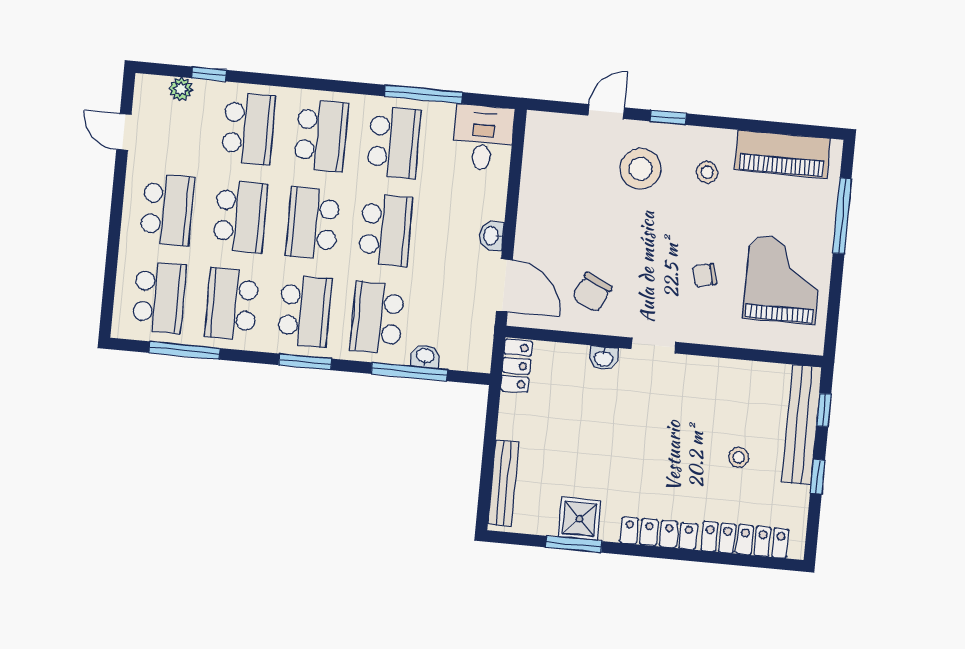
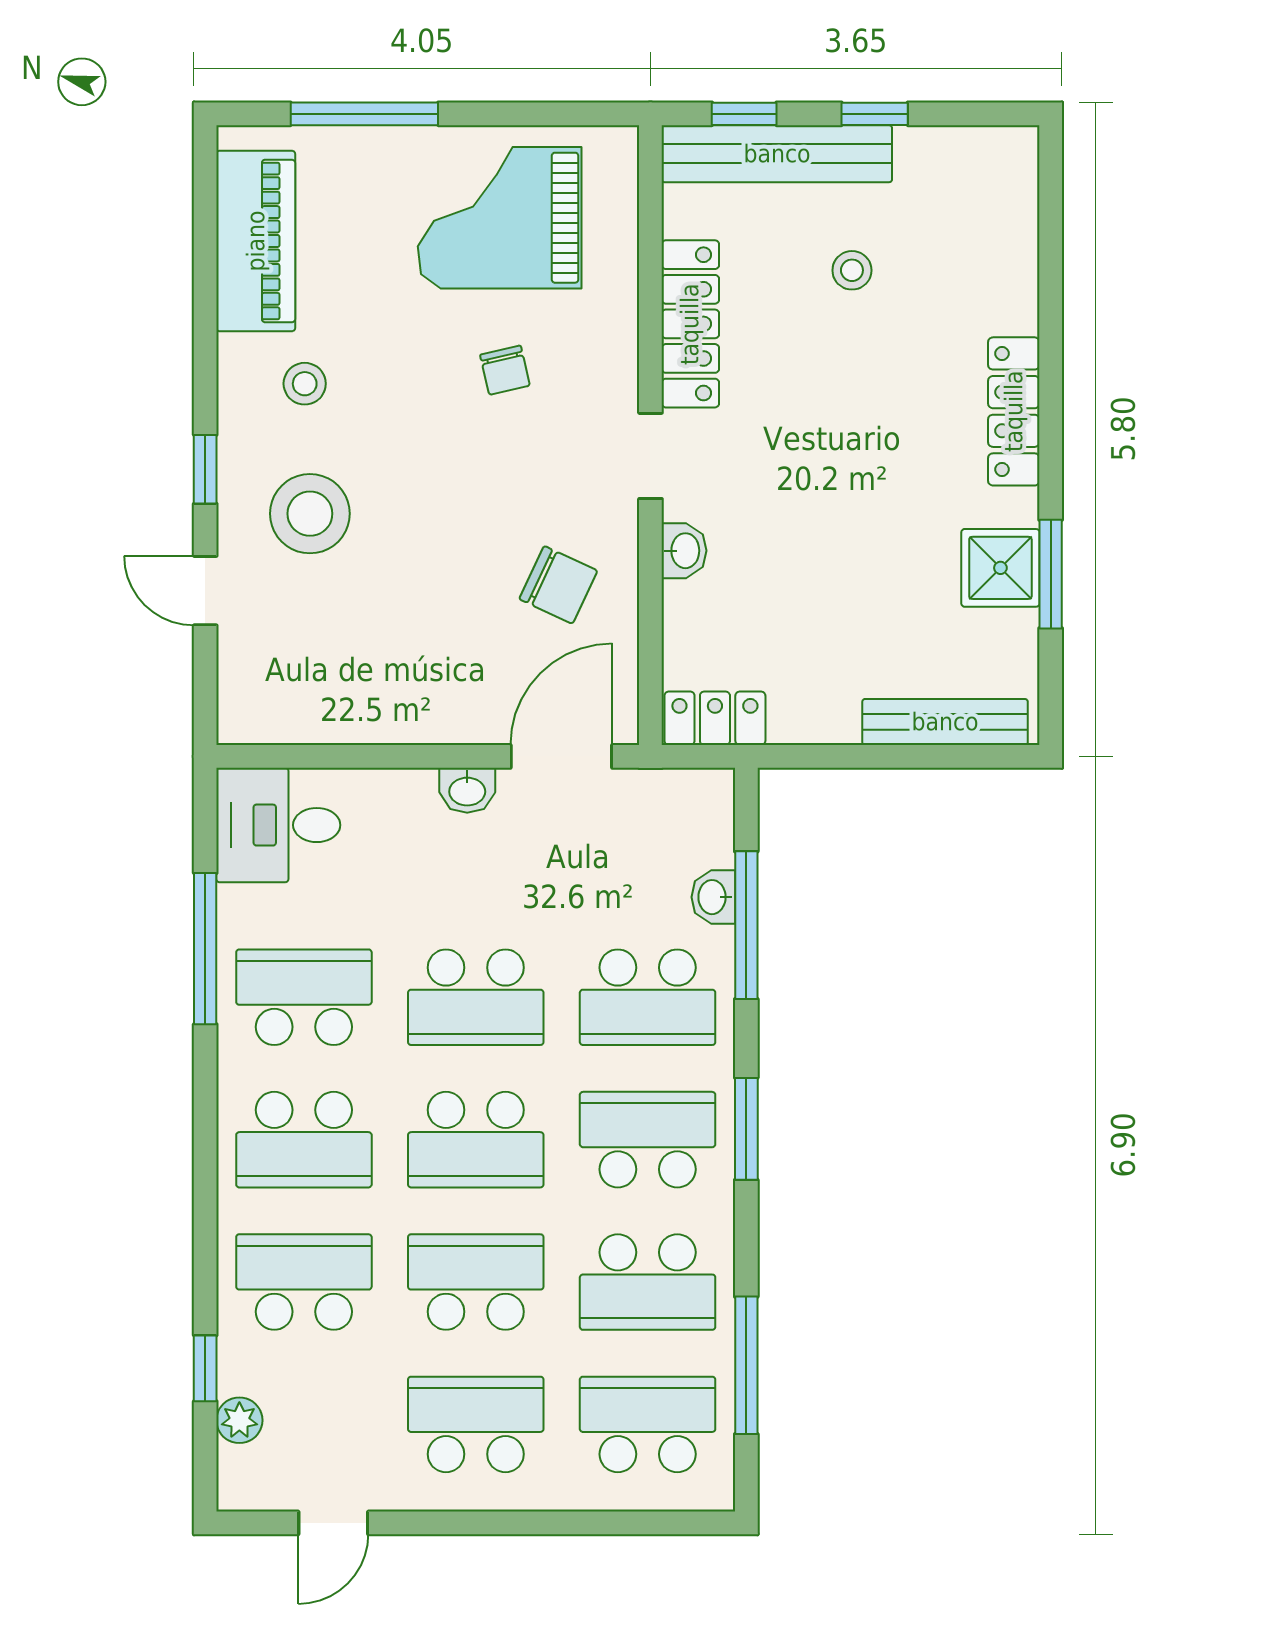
school desk: (321, 135) -> (304, 1140), turned 180
school desk: (386, 230) -> (476, 997), turned 180
locker: (745, 540) -> (690, 324), moved, turned 180

